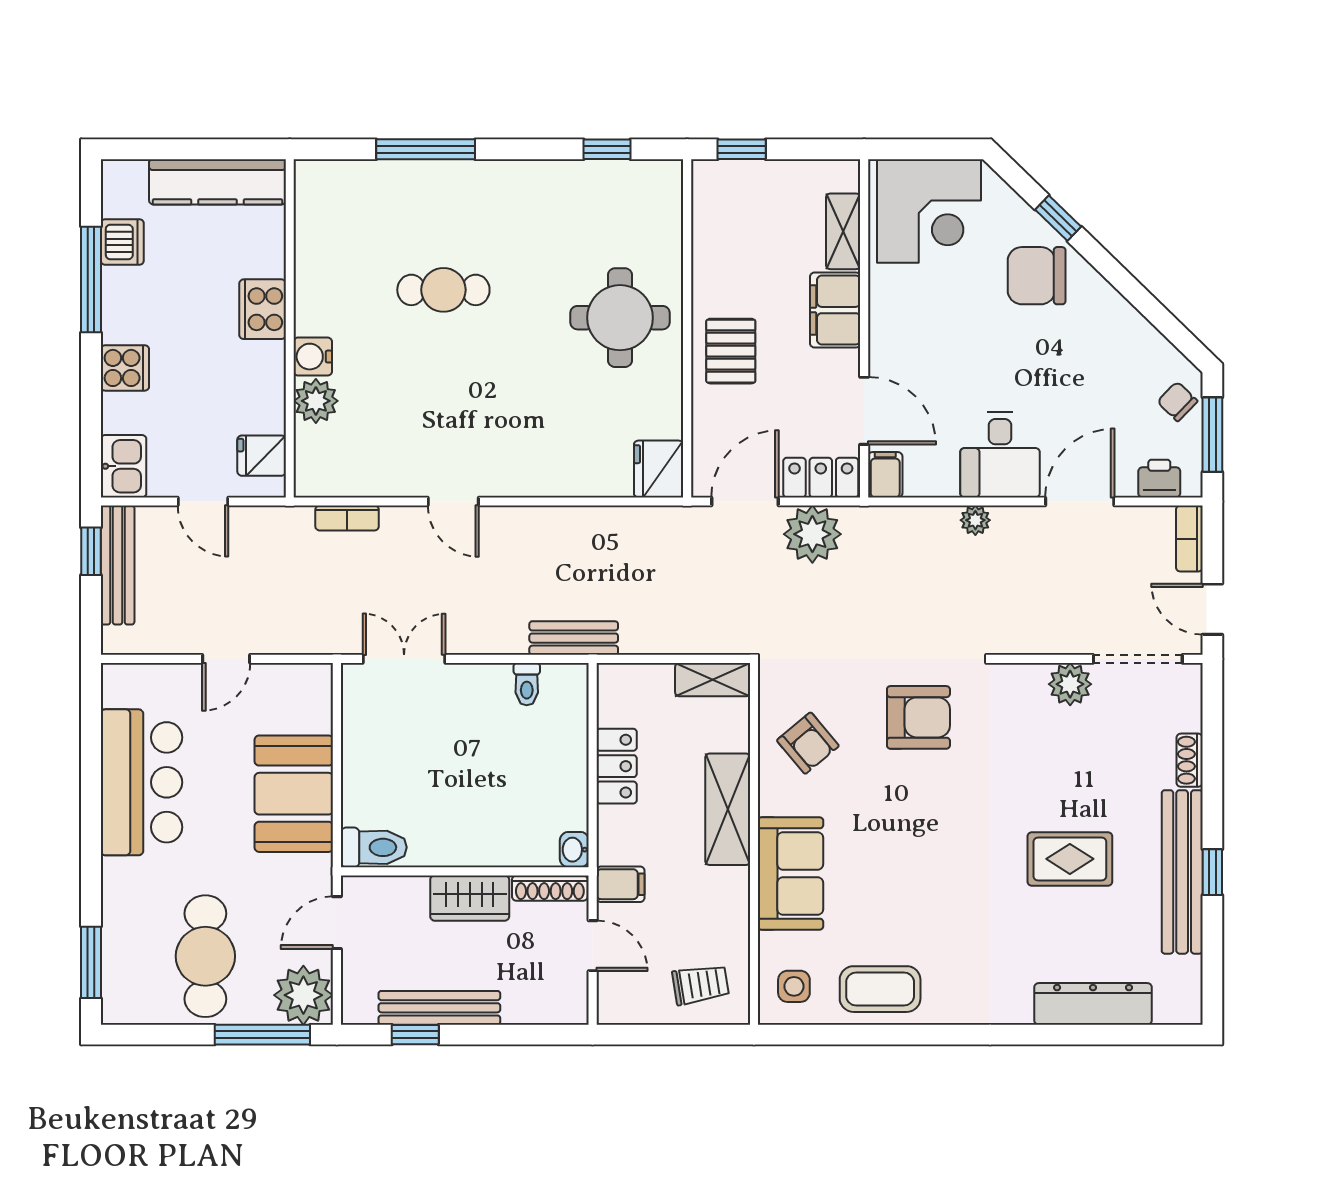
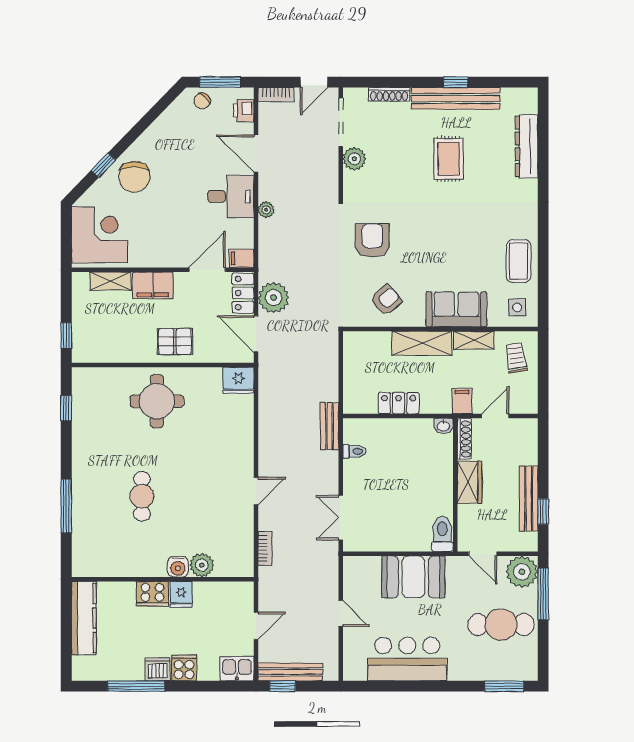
dishwasher: (122, 242) -> (158, 669), moved
fridge: (262, 456) -> (181, 594), moved
shelving: (713, 680) -> (474, 340), moved, turned 90
shoe rack: (1190, 760) -> (389, 94), width x1.43

